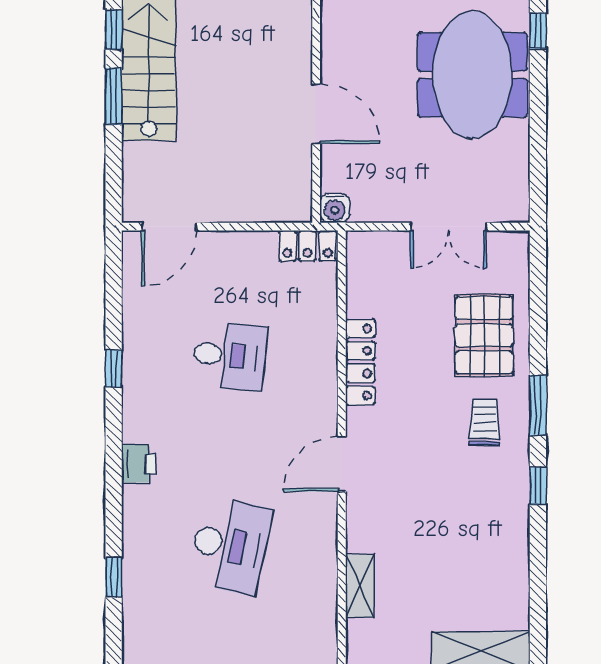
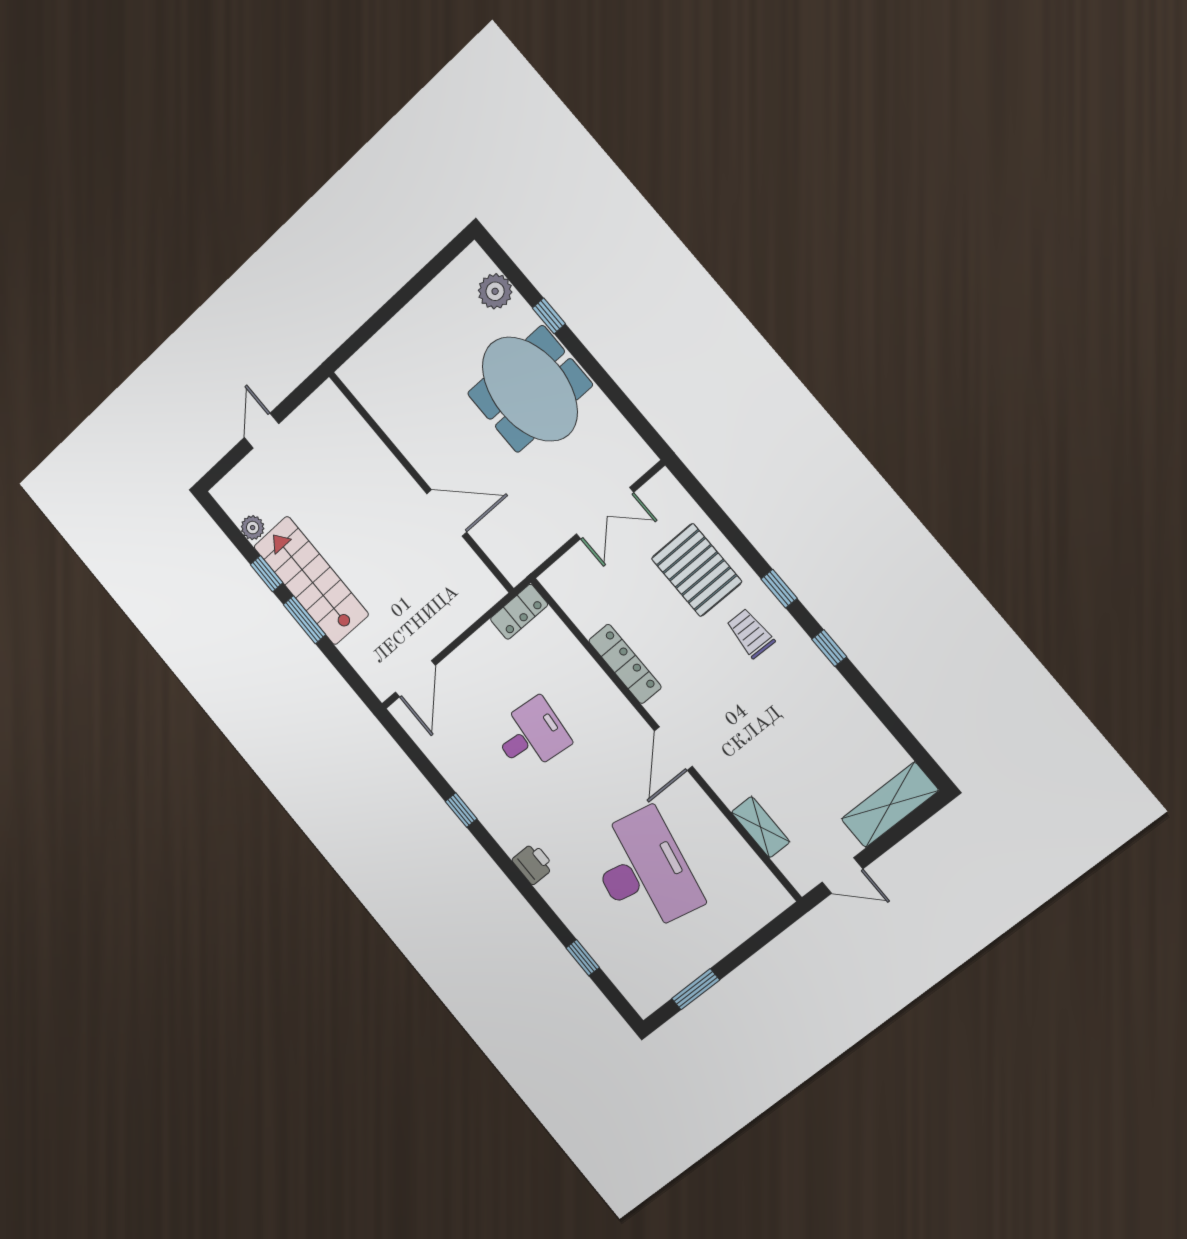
water cooler: (335, 208) -> (515, 569), removed
window: (538, 405) -> (779, 589), width x0.67
desk: (230, 545) -> (644, 871), width x1.36, depth x1.30

